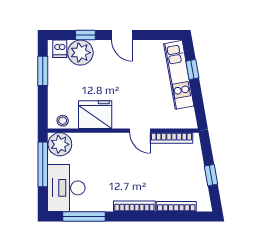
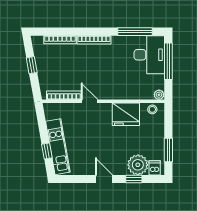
plant: (60, 144) -> (159, 95), width x0.53, depth x0.53
window: (43, 164) -> (168, 61), moved

